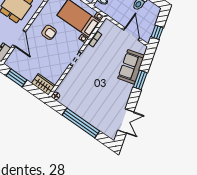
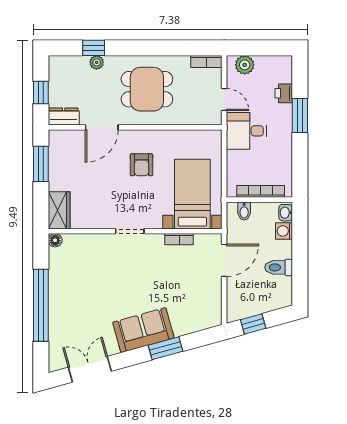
door: (132, 34) -> (224, 260), moved
sofa: (131, 67) -> (143, 330), moved
double door: (126, 121) -> (90, 369), swing flipped

